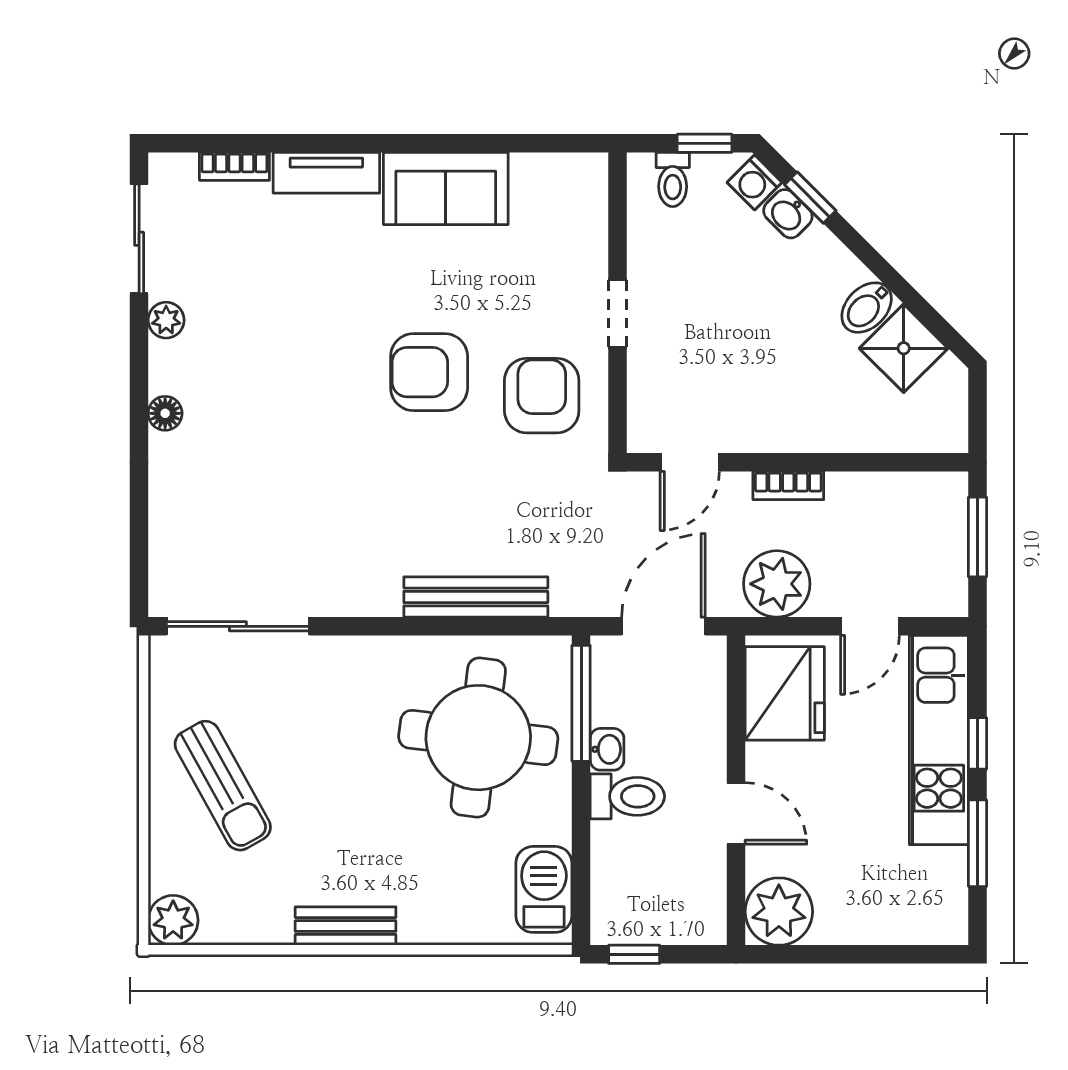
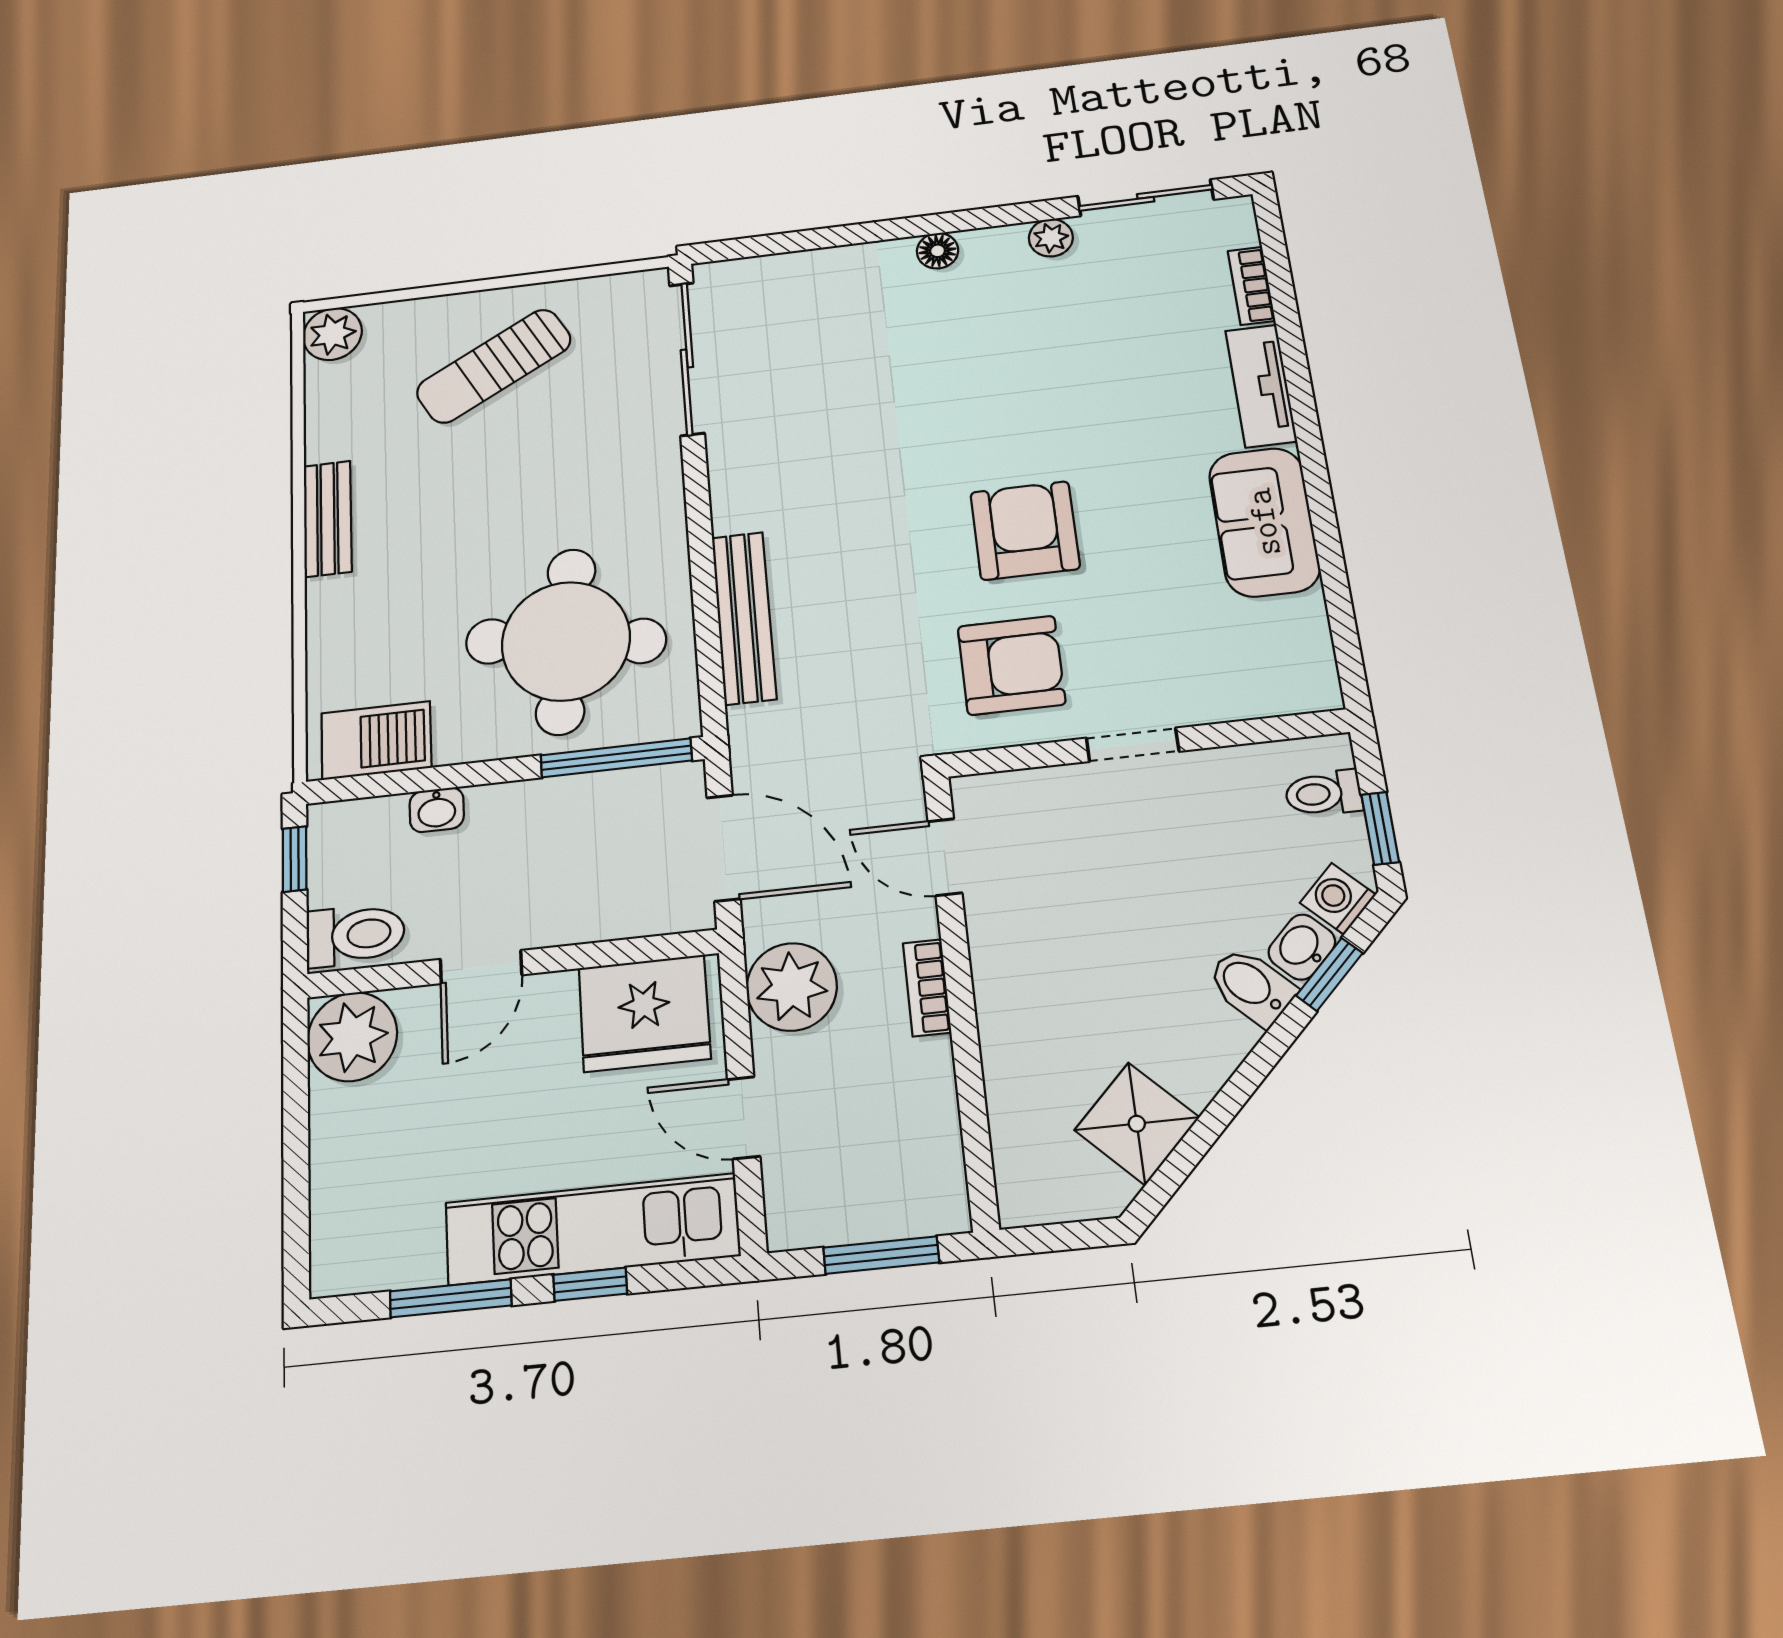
bidet: (867, 308) -> (1251, 986), moved
washbasin: (607, 749) -> (437, 810), moved
toilet: (627, 796) -> (355, 935), moved, turned -90

